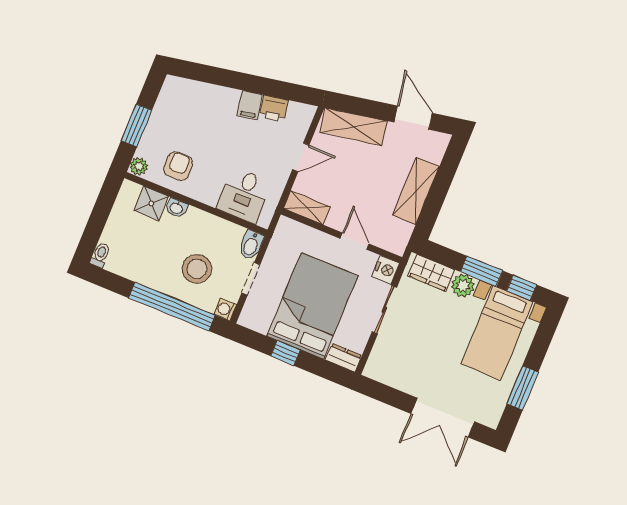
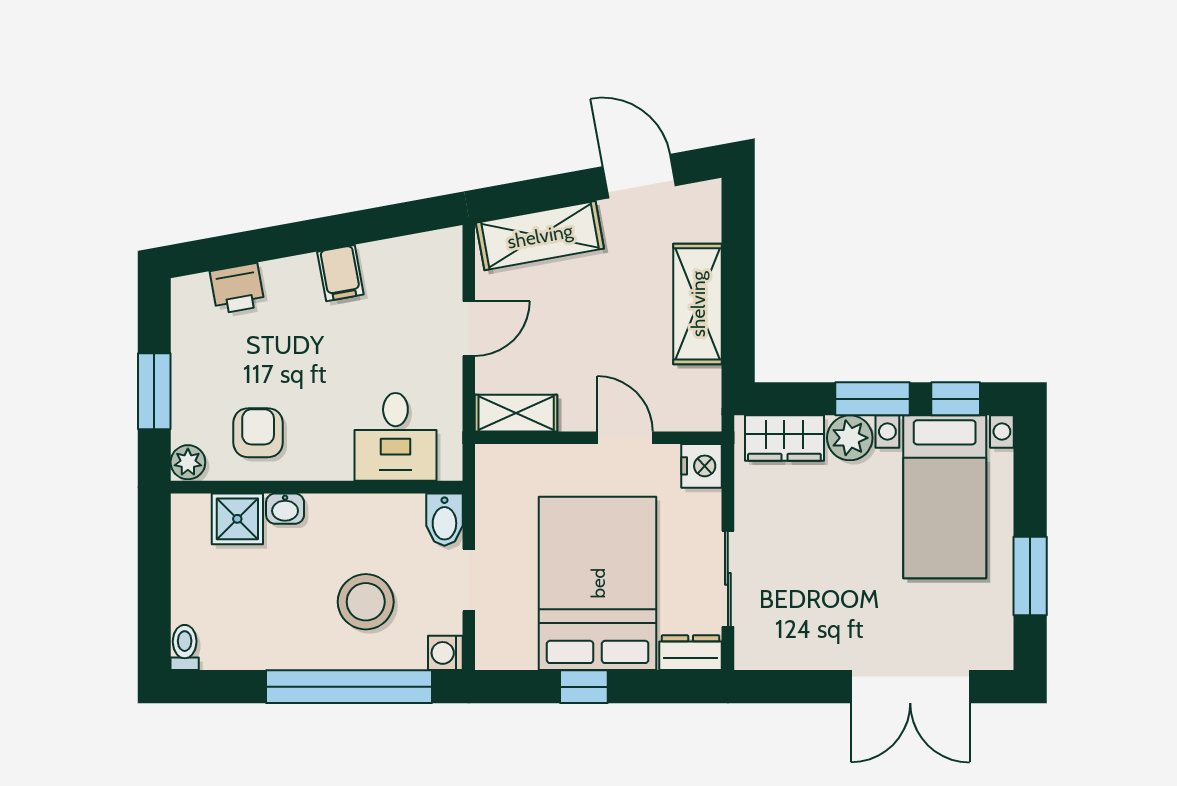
printer: (274, 109) -> (237, 288), moved
sliding door: (384, 310) -> (728, 579), moved

